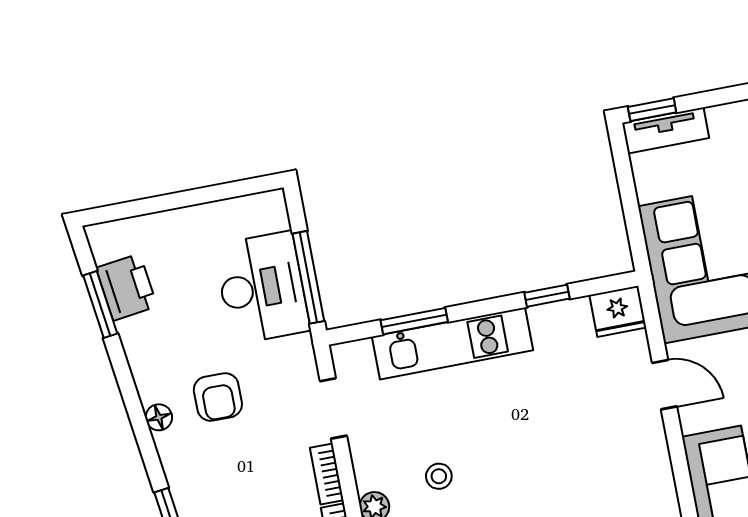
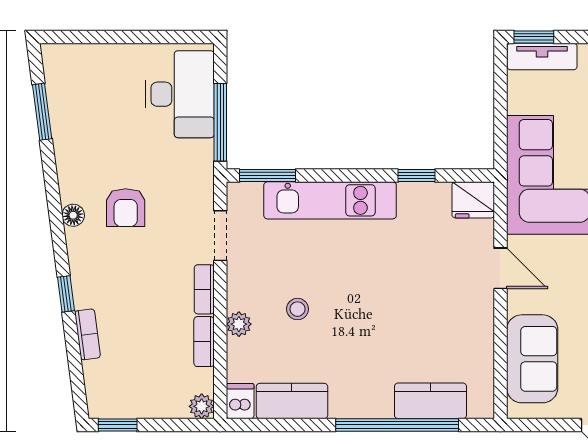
printer: (127, 287) -> (67, 101), removed
desk: (262, 288) -> (180, 94), moved
window: (414, 321) -> (268, 176), moved

